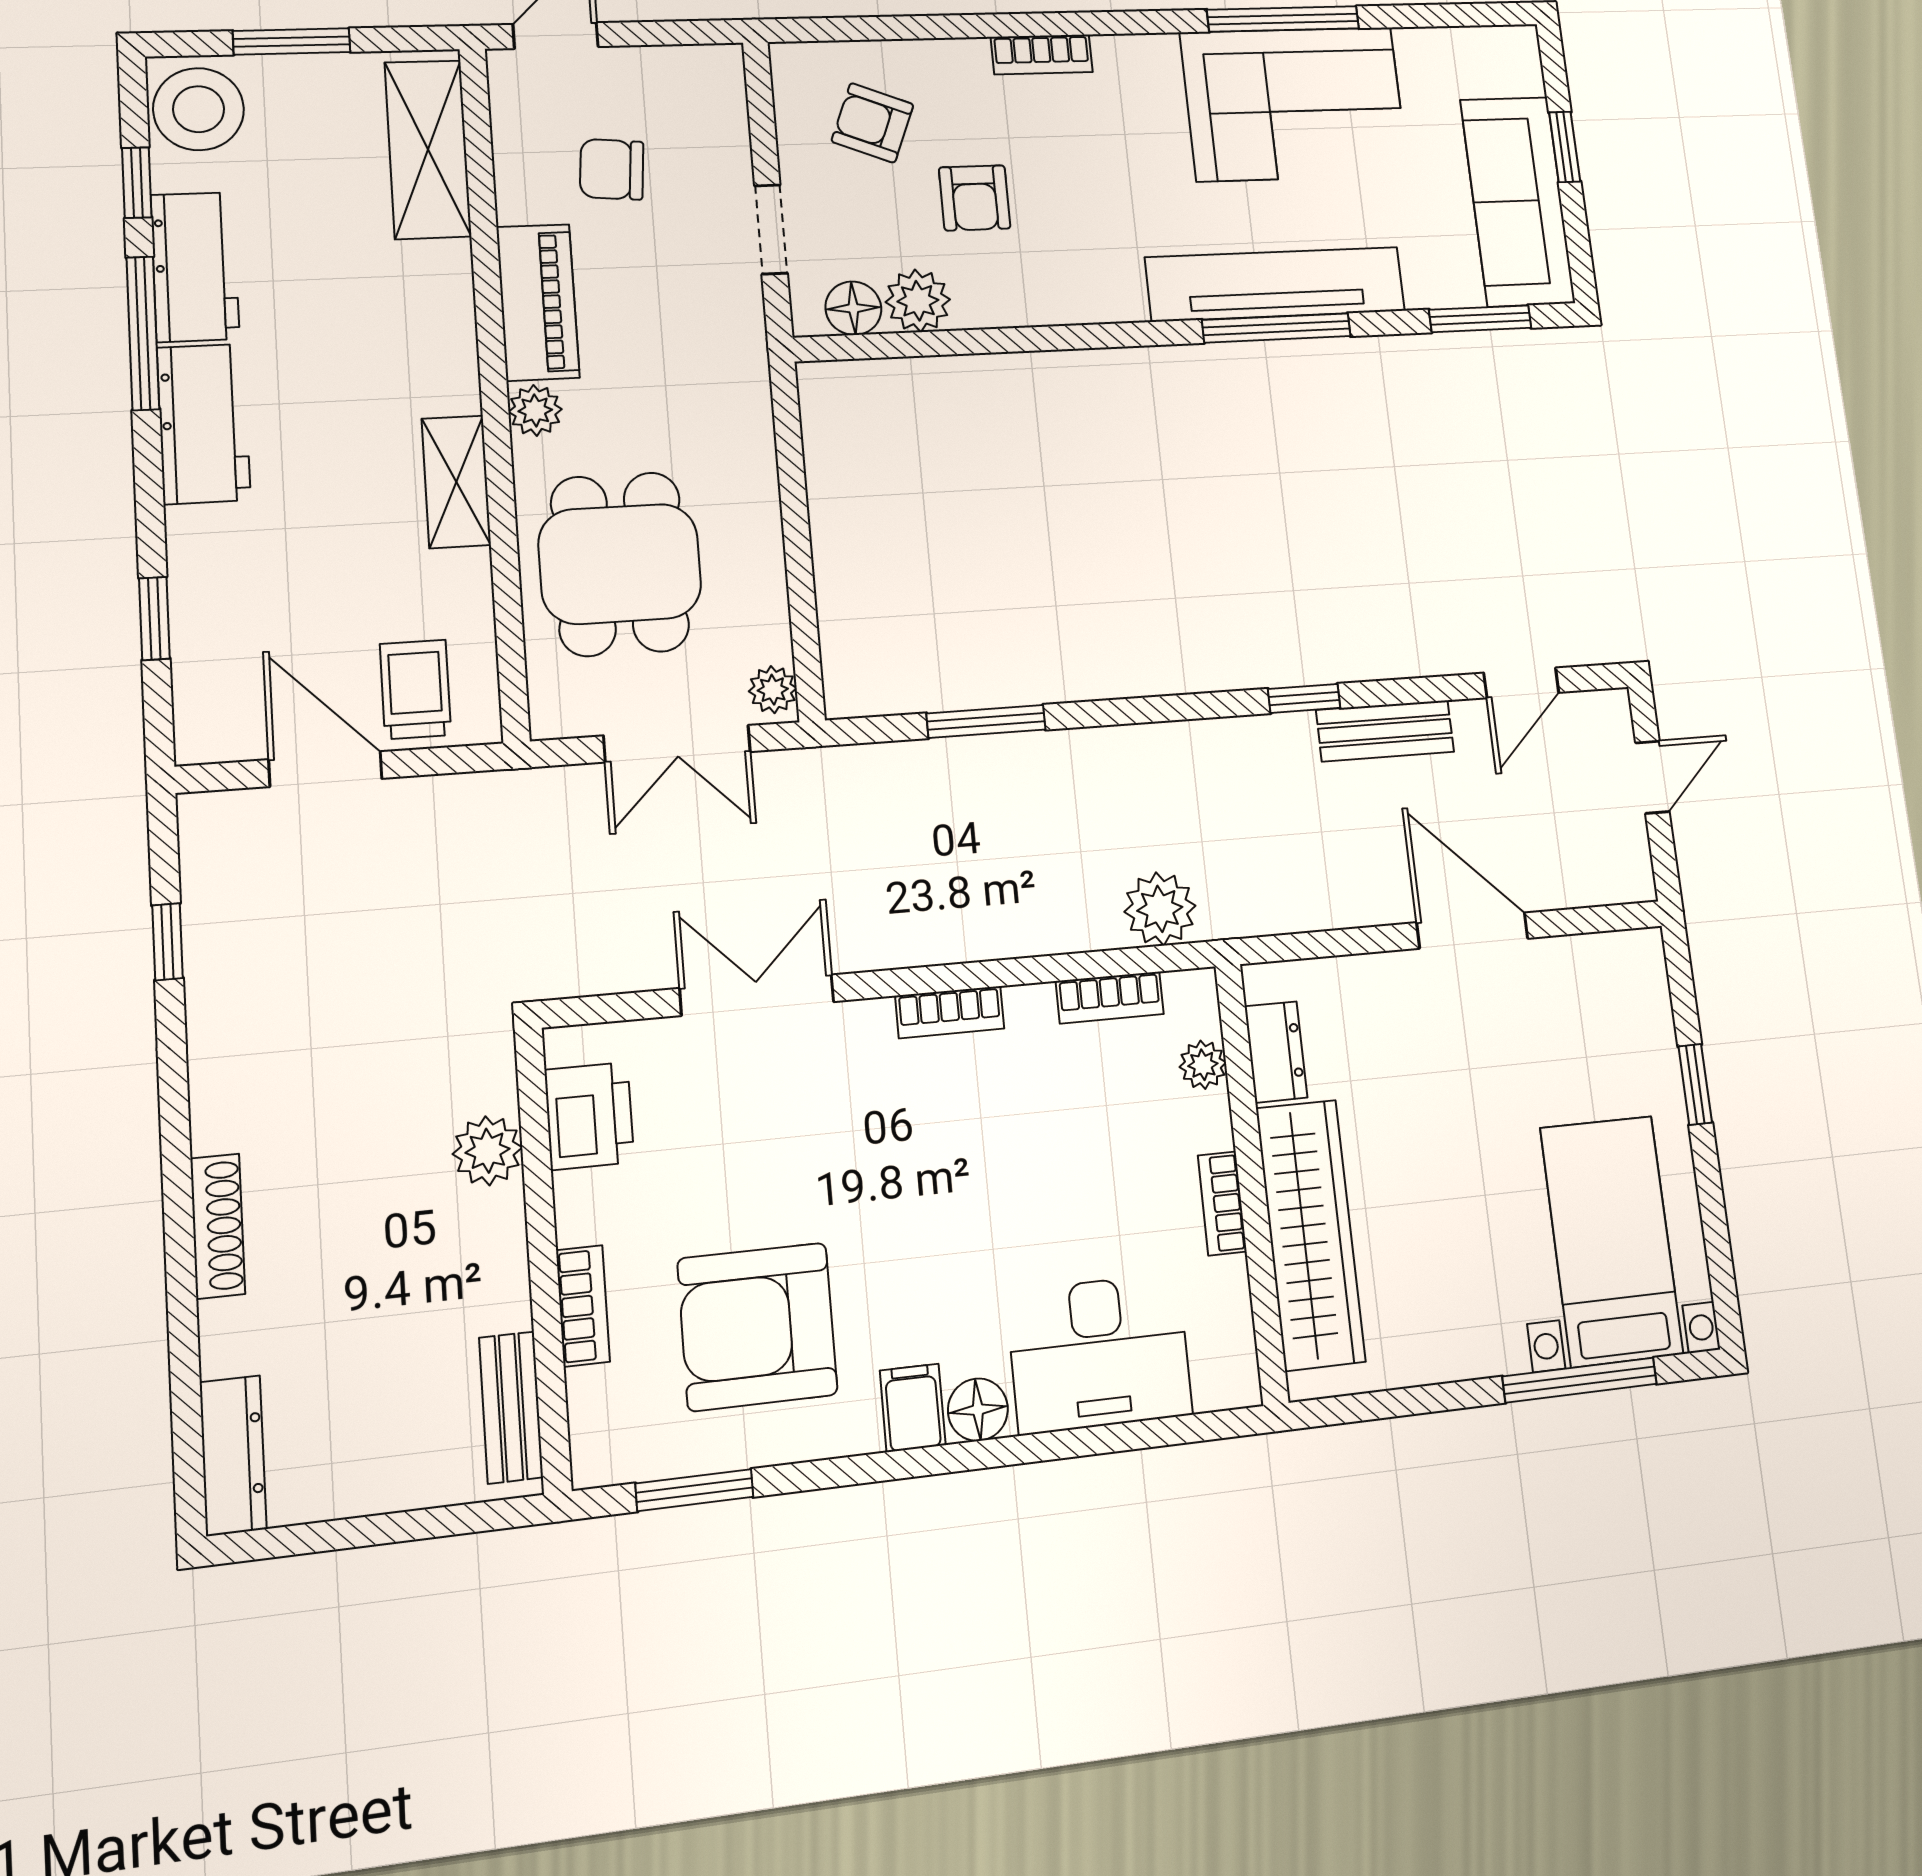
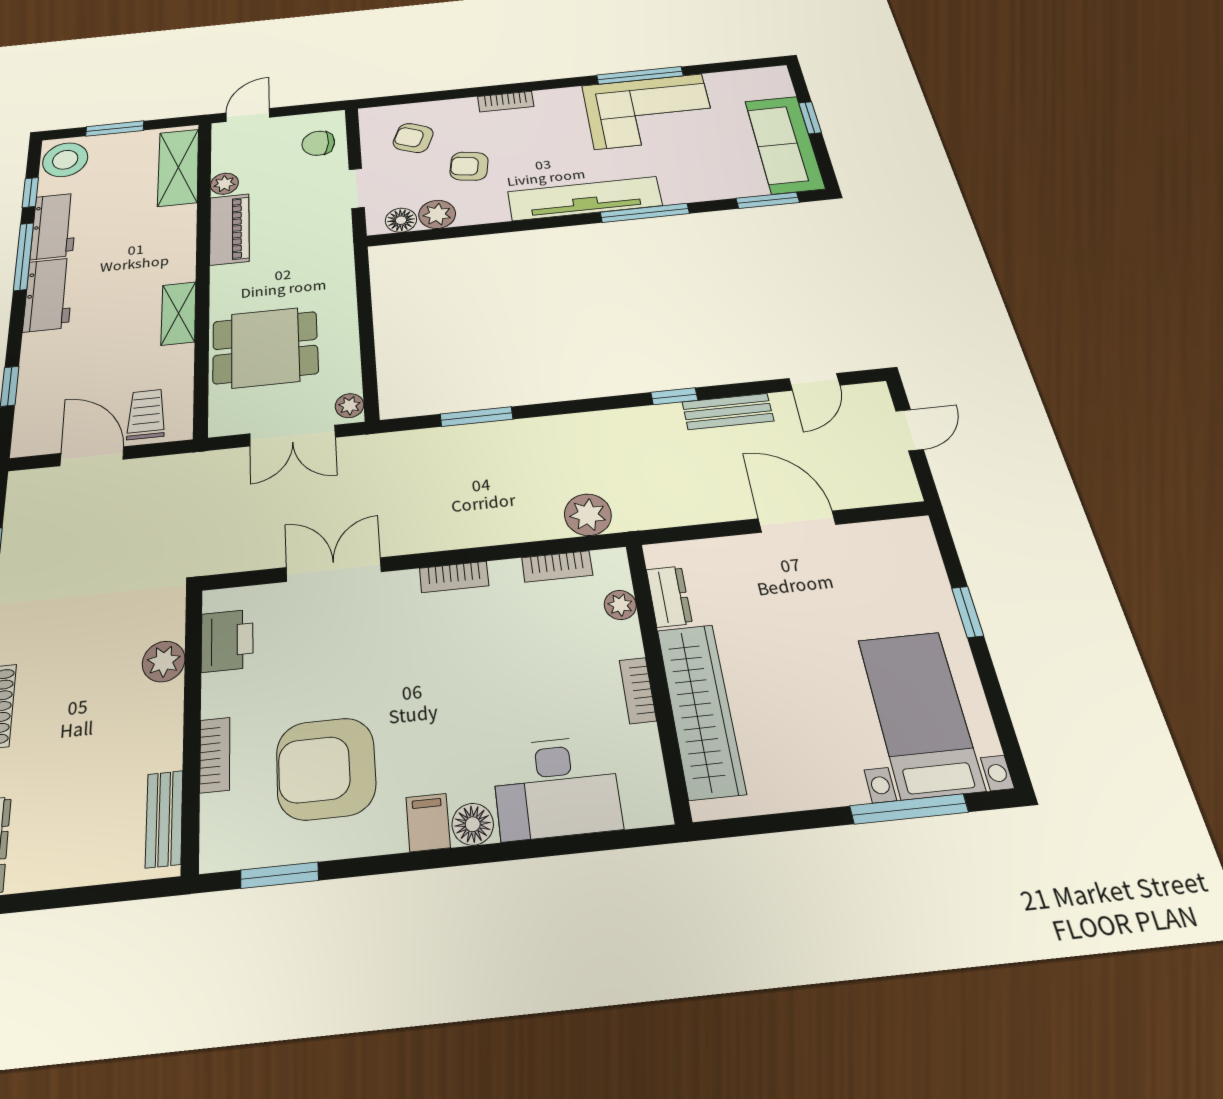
chair: (612, 169) -> (318, 143), moved
armchair: (975, 198) -> (469, 166), turned 100
tv unit: (1276, 284) -> (585, 199), moved
plant: (535, 410) -> (224, 184), moved
dining table: (620, 564) -> (265, 347), turned 90

